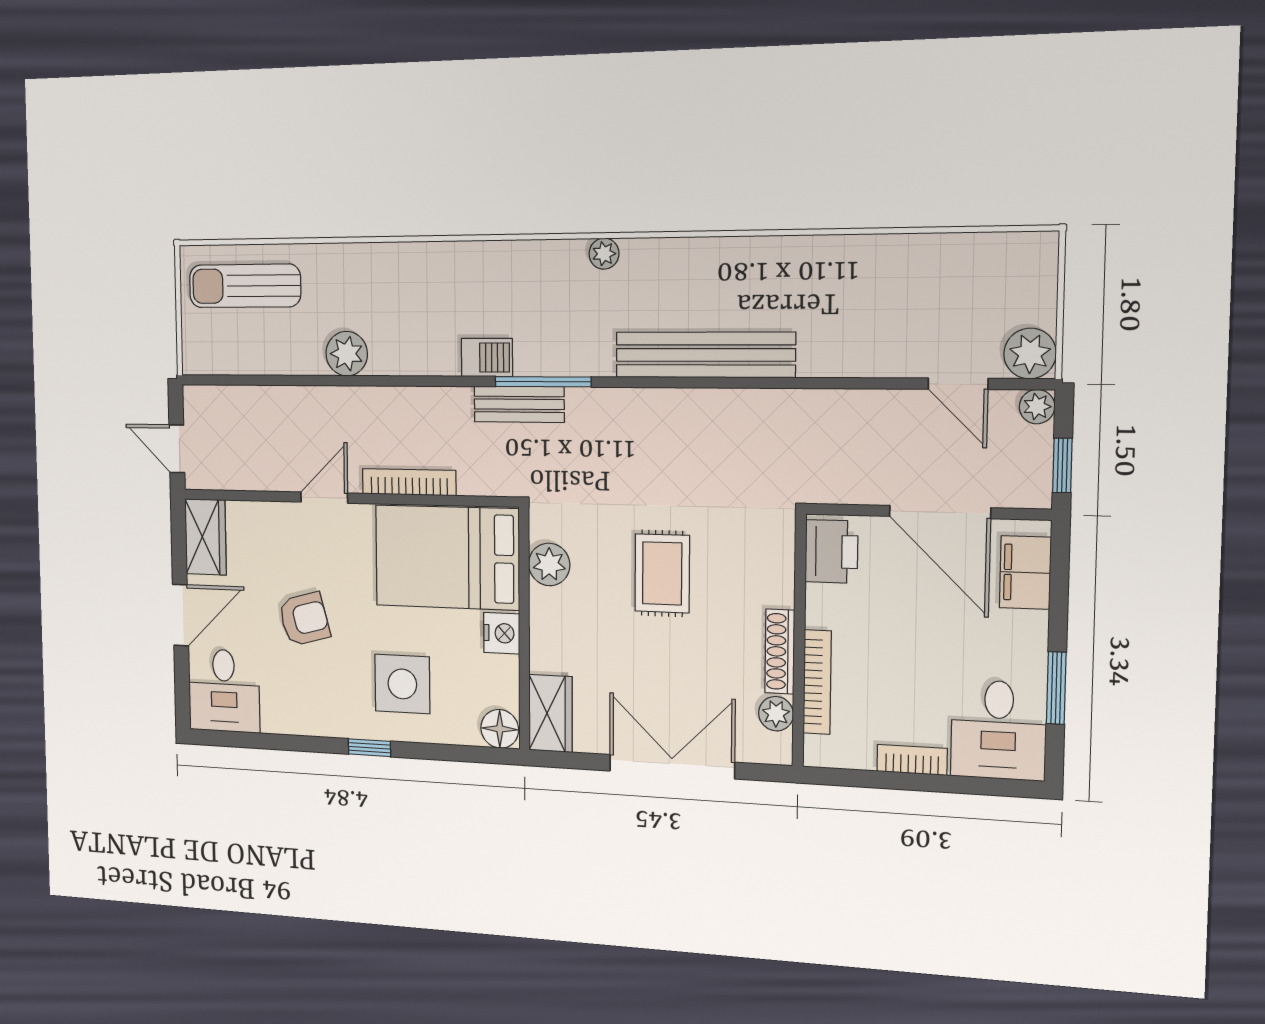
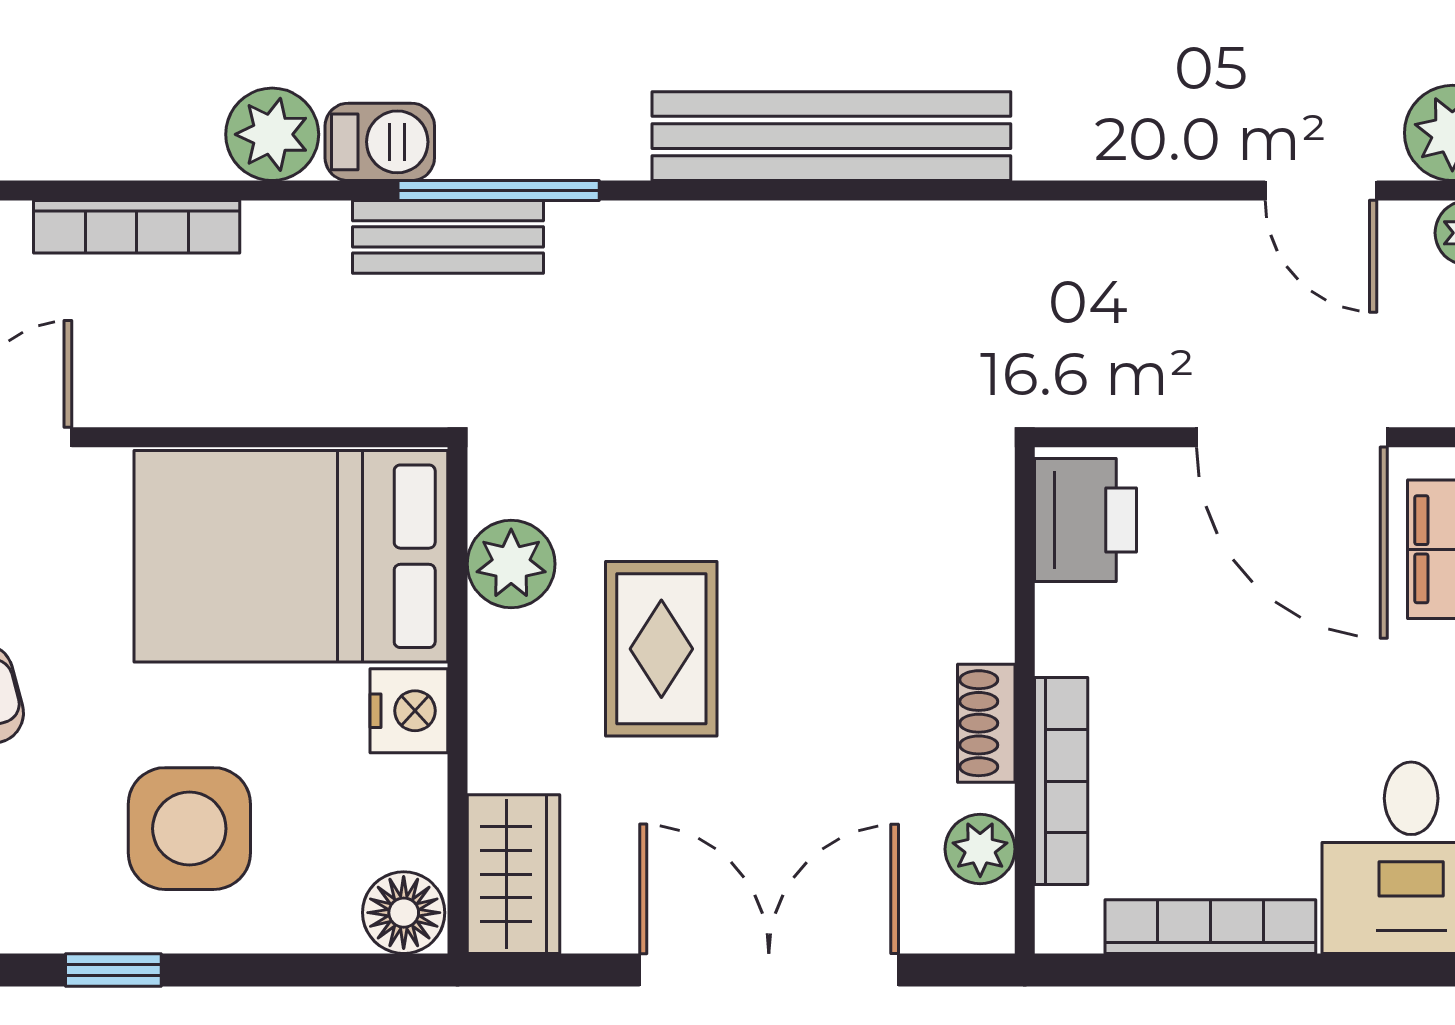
plant: (347, 354) -> (272, 134), moved
bookcase: (409, 482) -> (137, 227), moved, turned 180
rug: (662, 573) -> (661, 649), moved
shoe rack: (780, 652) -> (986, 723), width x0.70
bookcase: (912, 760) -> (1210, 927), width x1.56

